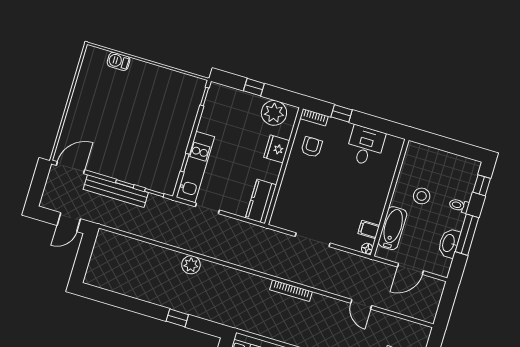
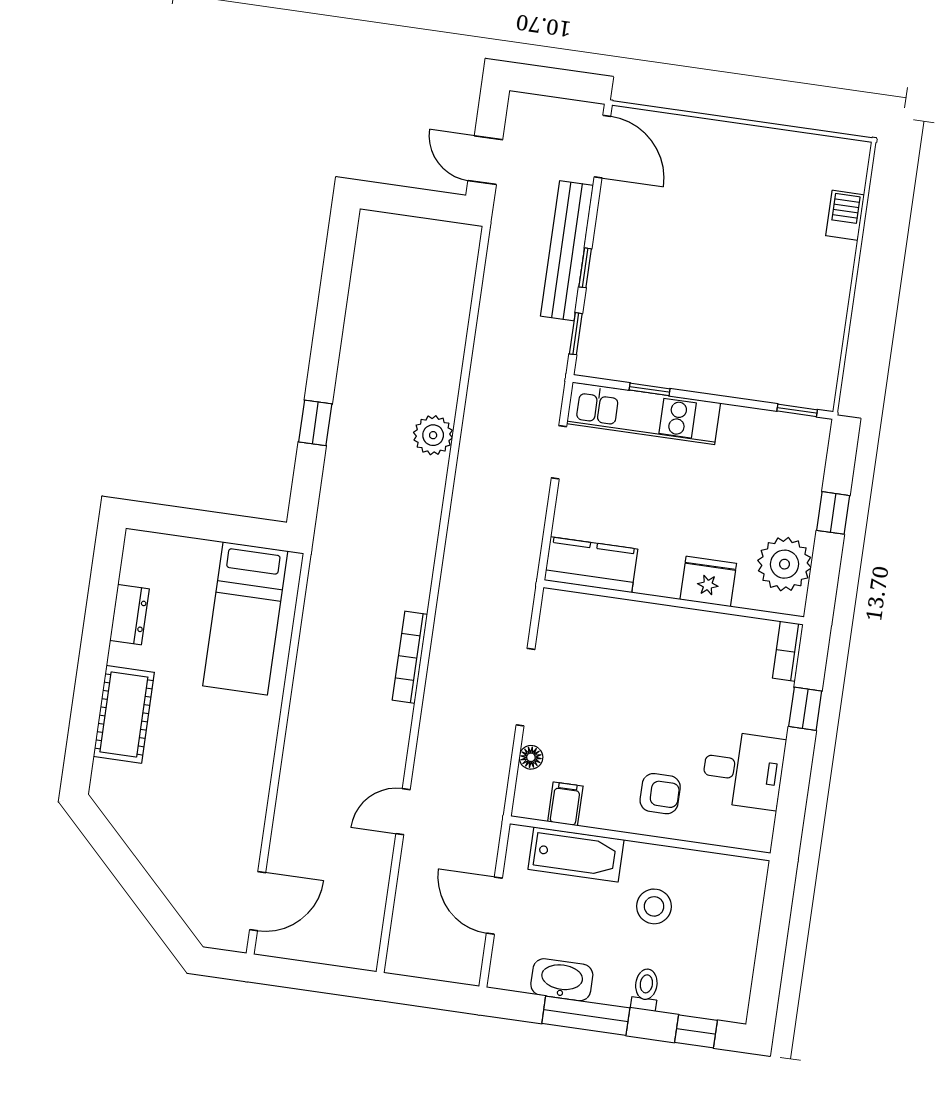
armchair: (312, 147) -> (660, 794), moved
floor lamp: (367, 249) -> (531, 757), moved

